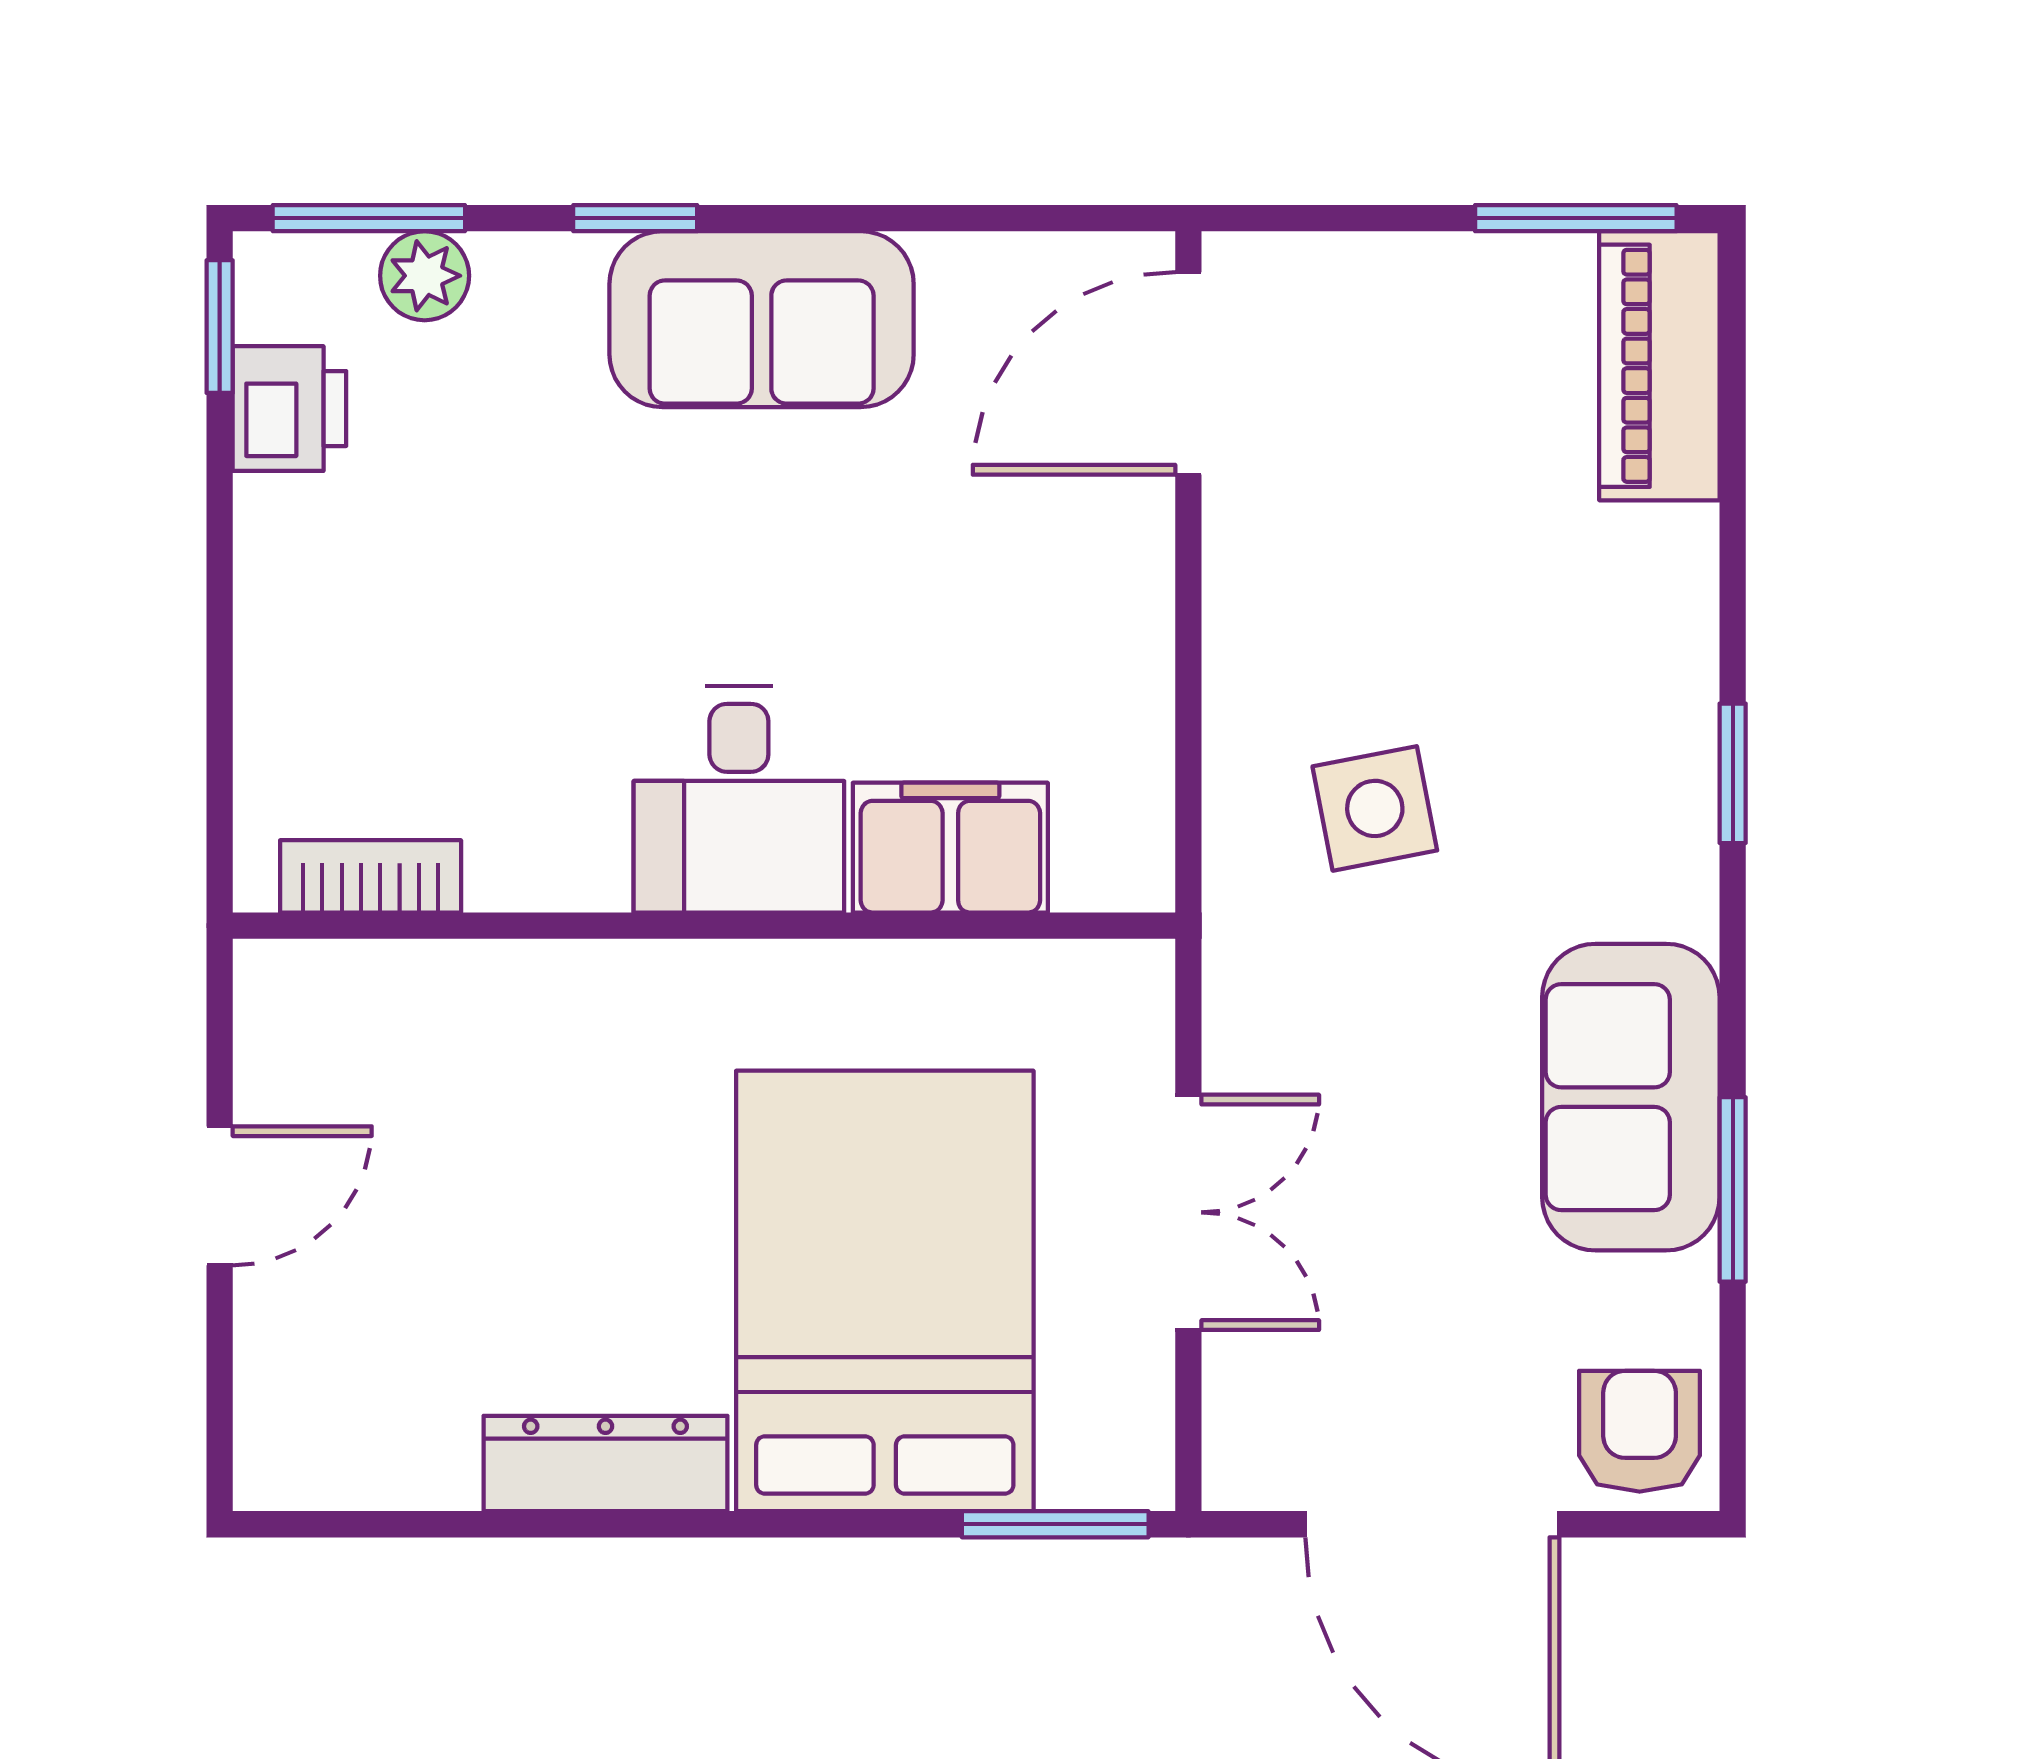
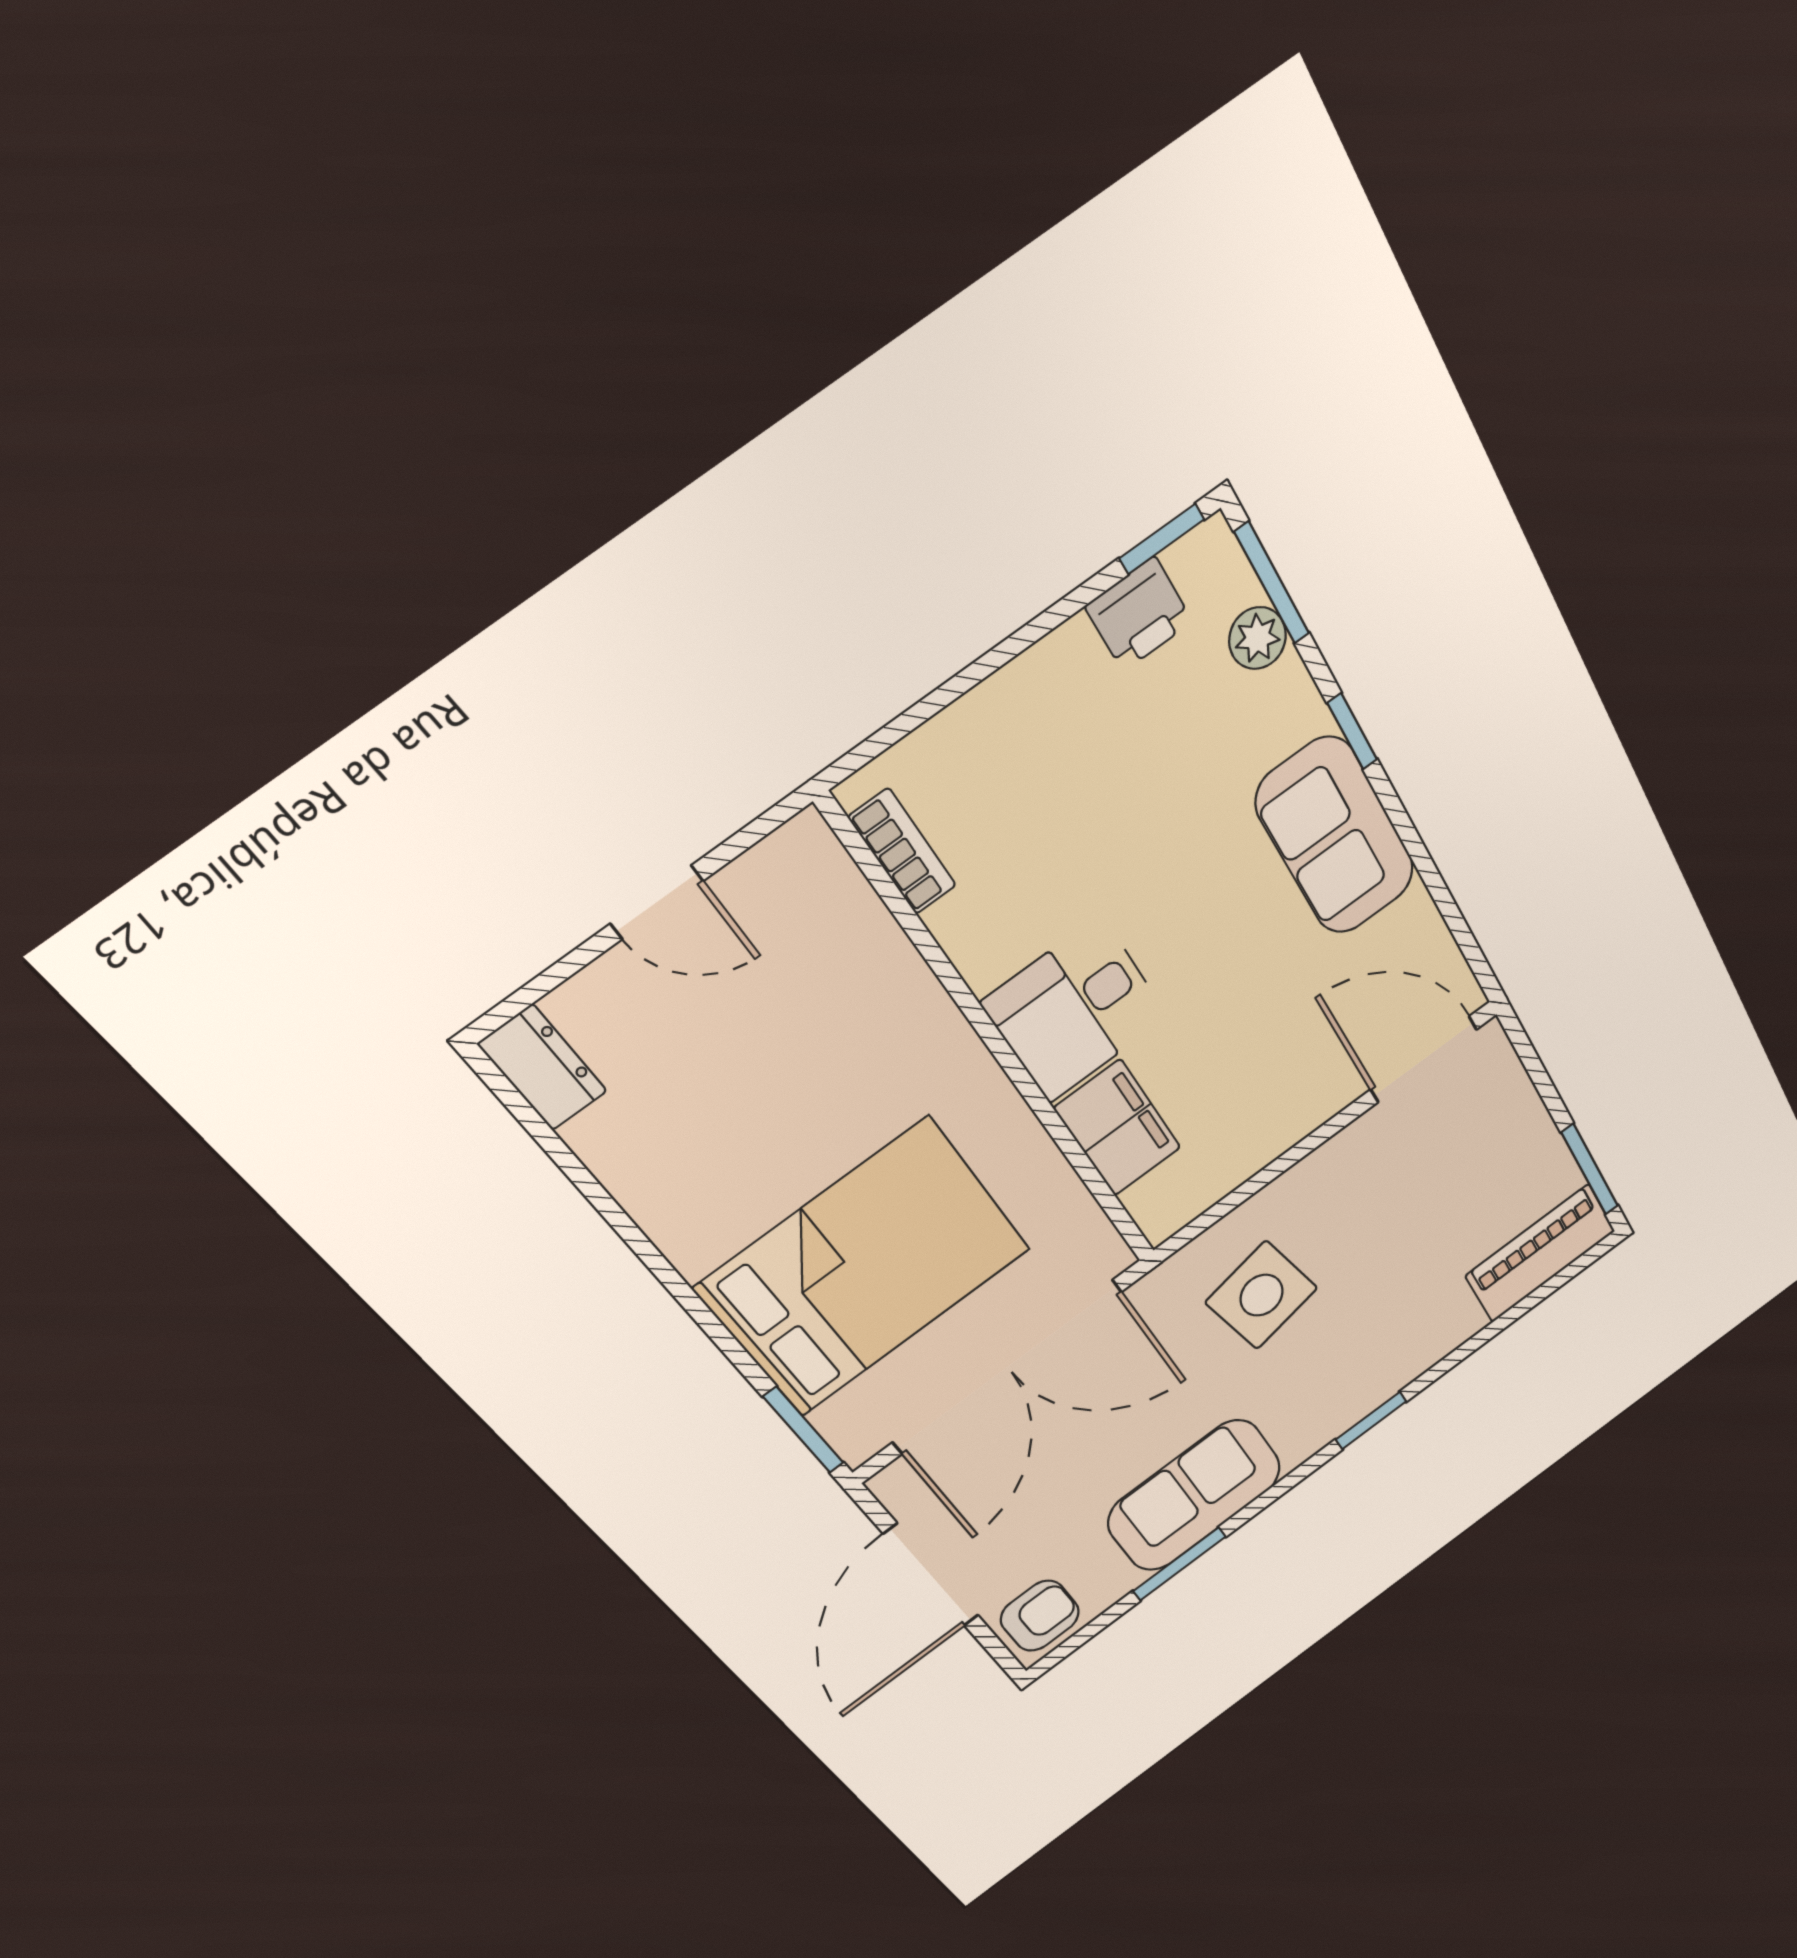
side table: (1375, 808) -> (1262, 1295), width x1.37, depth x1.37
double door: (1188, 1212) -> (1007, 1367), width x1.87
dresser: (605, 1464) -> (543, 1068), moved, width x0.70

